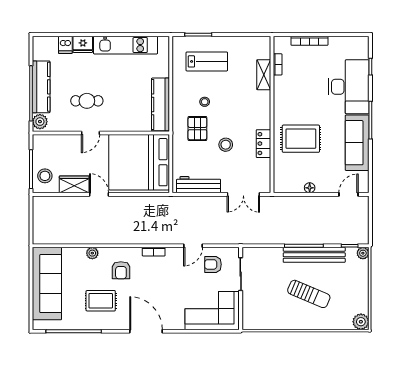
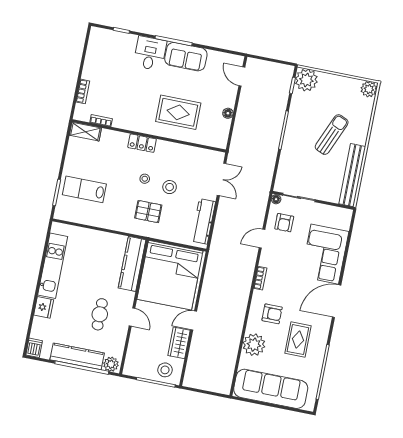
bookcase: (309, 41) -> (83, 91), width x0.64
dishwasher: (65, 45) -> (34, 348), moved, turned -90
lab bench: (207, 61) -> (84, 189), turned -90
shelving: (264, 75) -> (85, 132), moved
desk: (349, 87) -> (150, 53), width x0.53, depth x0.77
stool: (205, 102) -> (145, 179), moved
kitchen counter: (160, 104) -> (132, 264), moved, turned 90
rug: (301, 139) -> (178, 112), turned 90
sofa: (357, 143) -> (186, 57), width x0.73
locker: (263, 144) -> (142, 143), moved
door: (193, 246) -> (262, 239), swing flipped
floor lamp: (234, 252) -> (276, 199), added
plant: (92, 253) -> (254, 345), width x1.87, depth x1.87
plant: (363, 253) -> (306, 80), width x1.87, depth x1.87
bench: (314, 255) -> (352, 175), moved
corner sofa: (212, 311) -> (325, 254), moved

